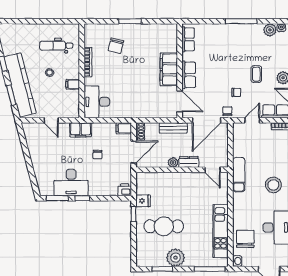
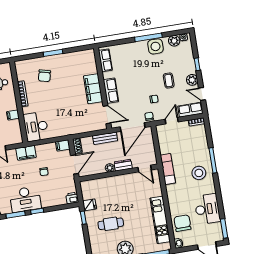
side table: (248, 33) -> (155, 46), added
cafe table: (164, 226) -> (111, 224), width x0.73, depth x0.74

